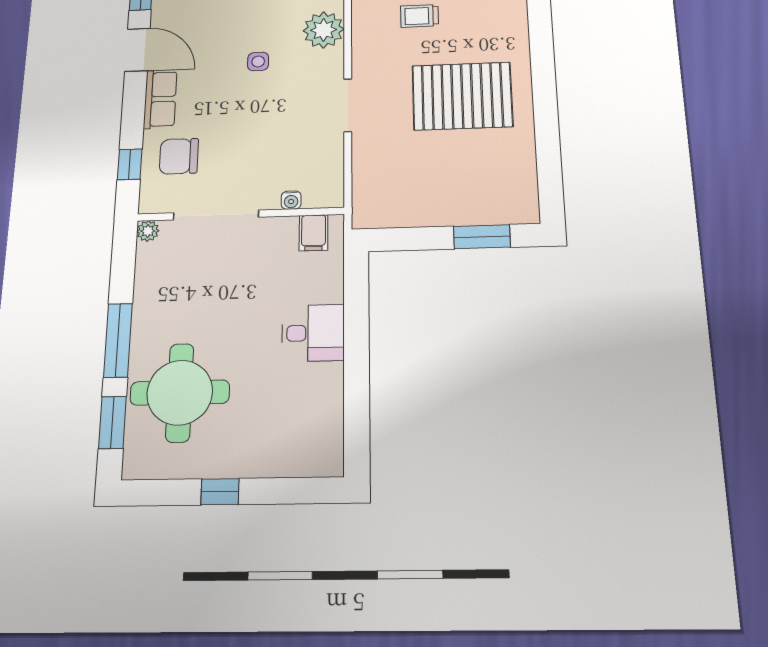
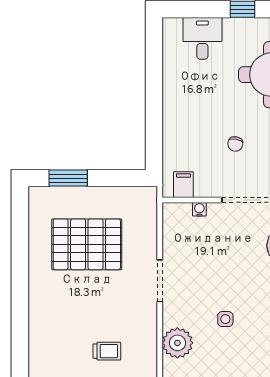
pallet: (462, 96) -> (87, 244), moved
chair: (237, 291) -> (235, 144), added
desk: (313, 333) -> (202, 38), moved, turned 90

